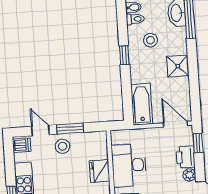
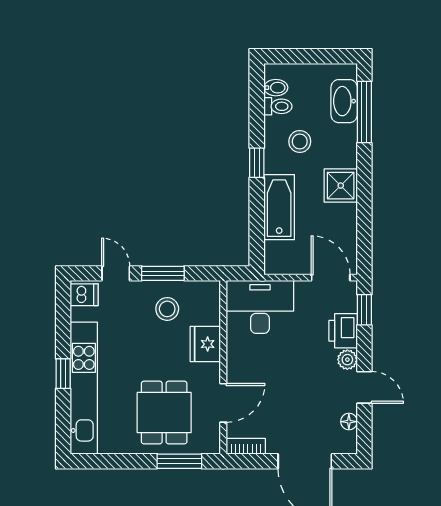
bathtub: (142, 104) -> (279, 207), moved
stool: (63, 146) -> (167, 309), moved
desk: (129, 165) -> (260, 307), moved, turned 90

